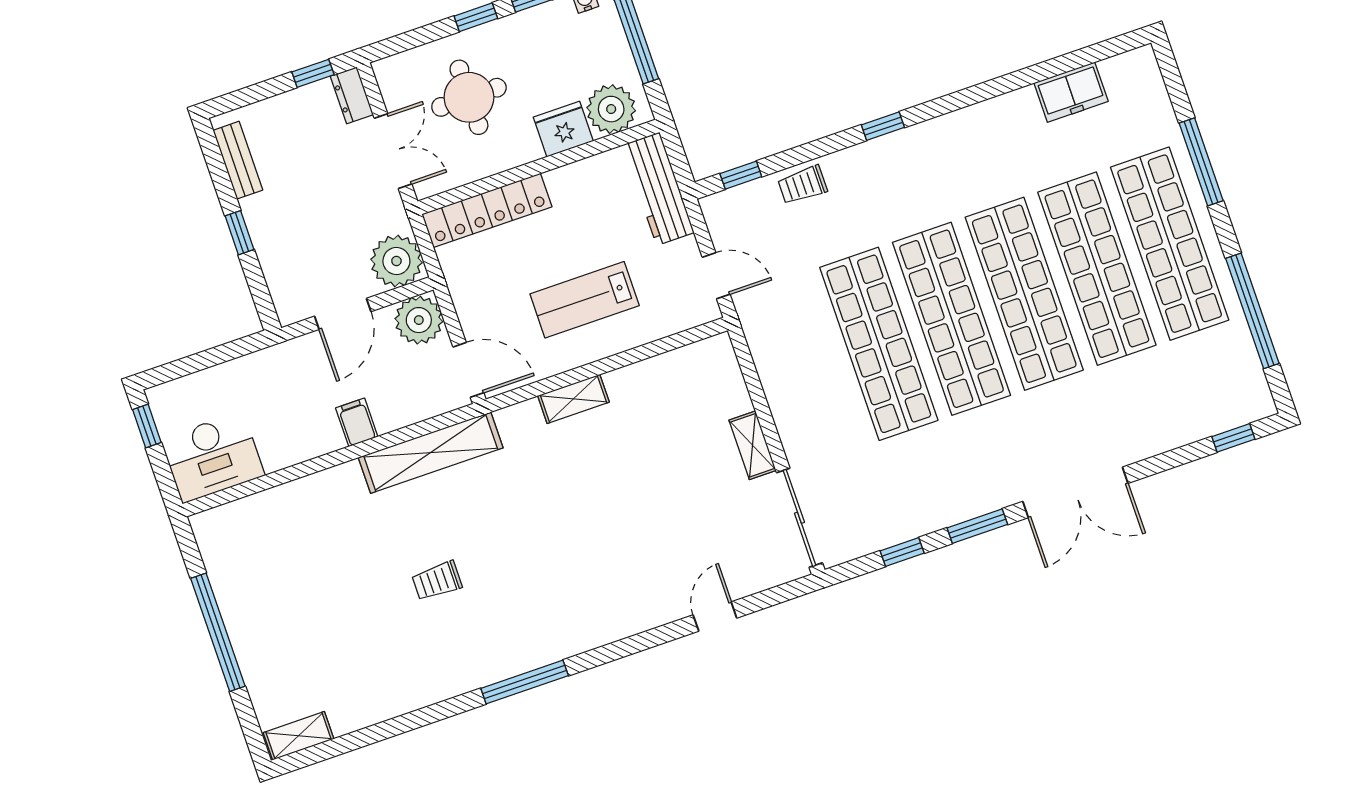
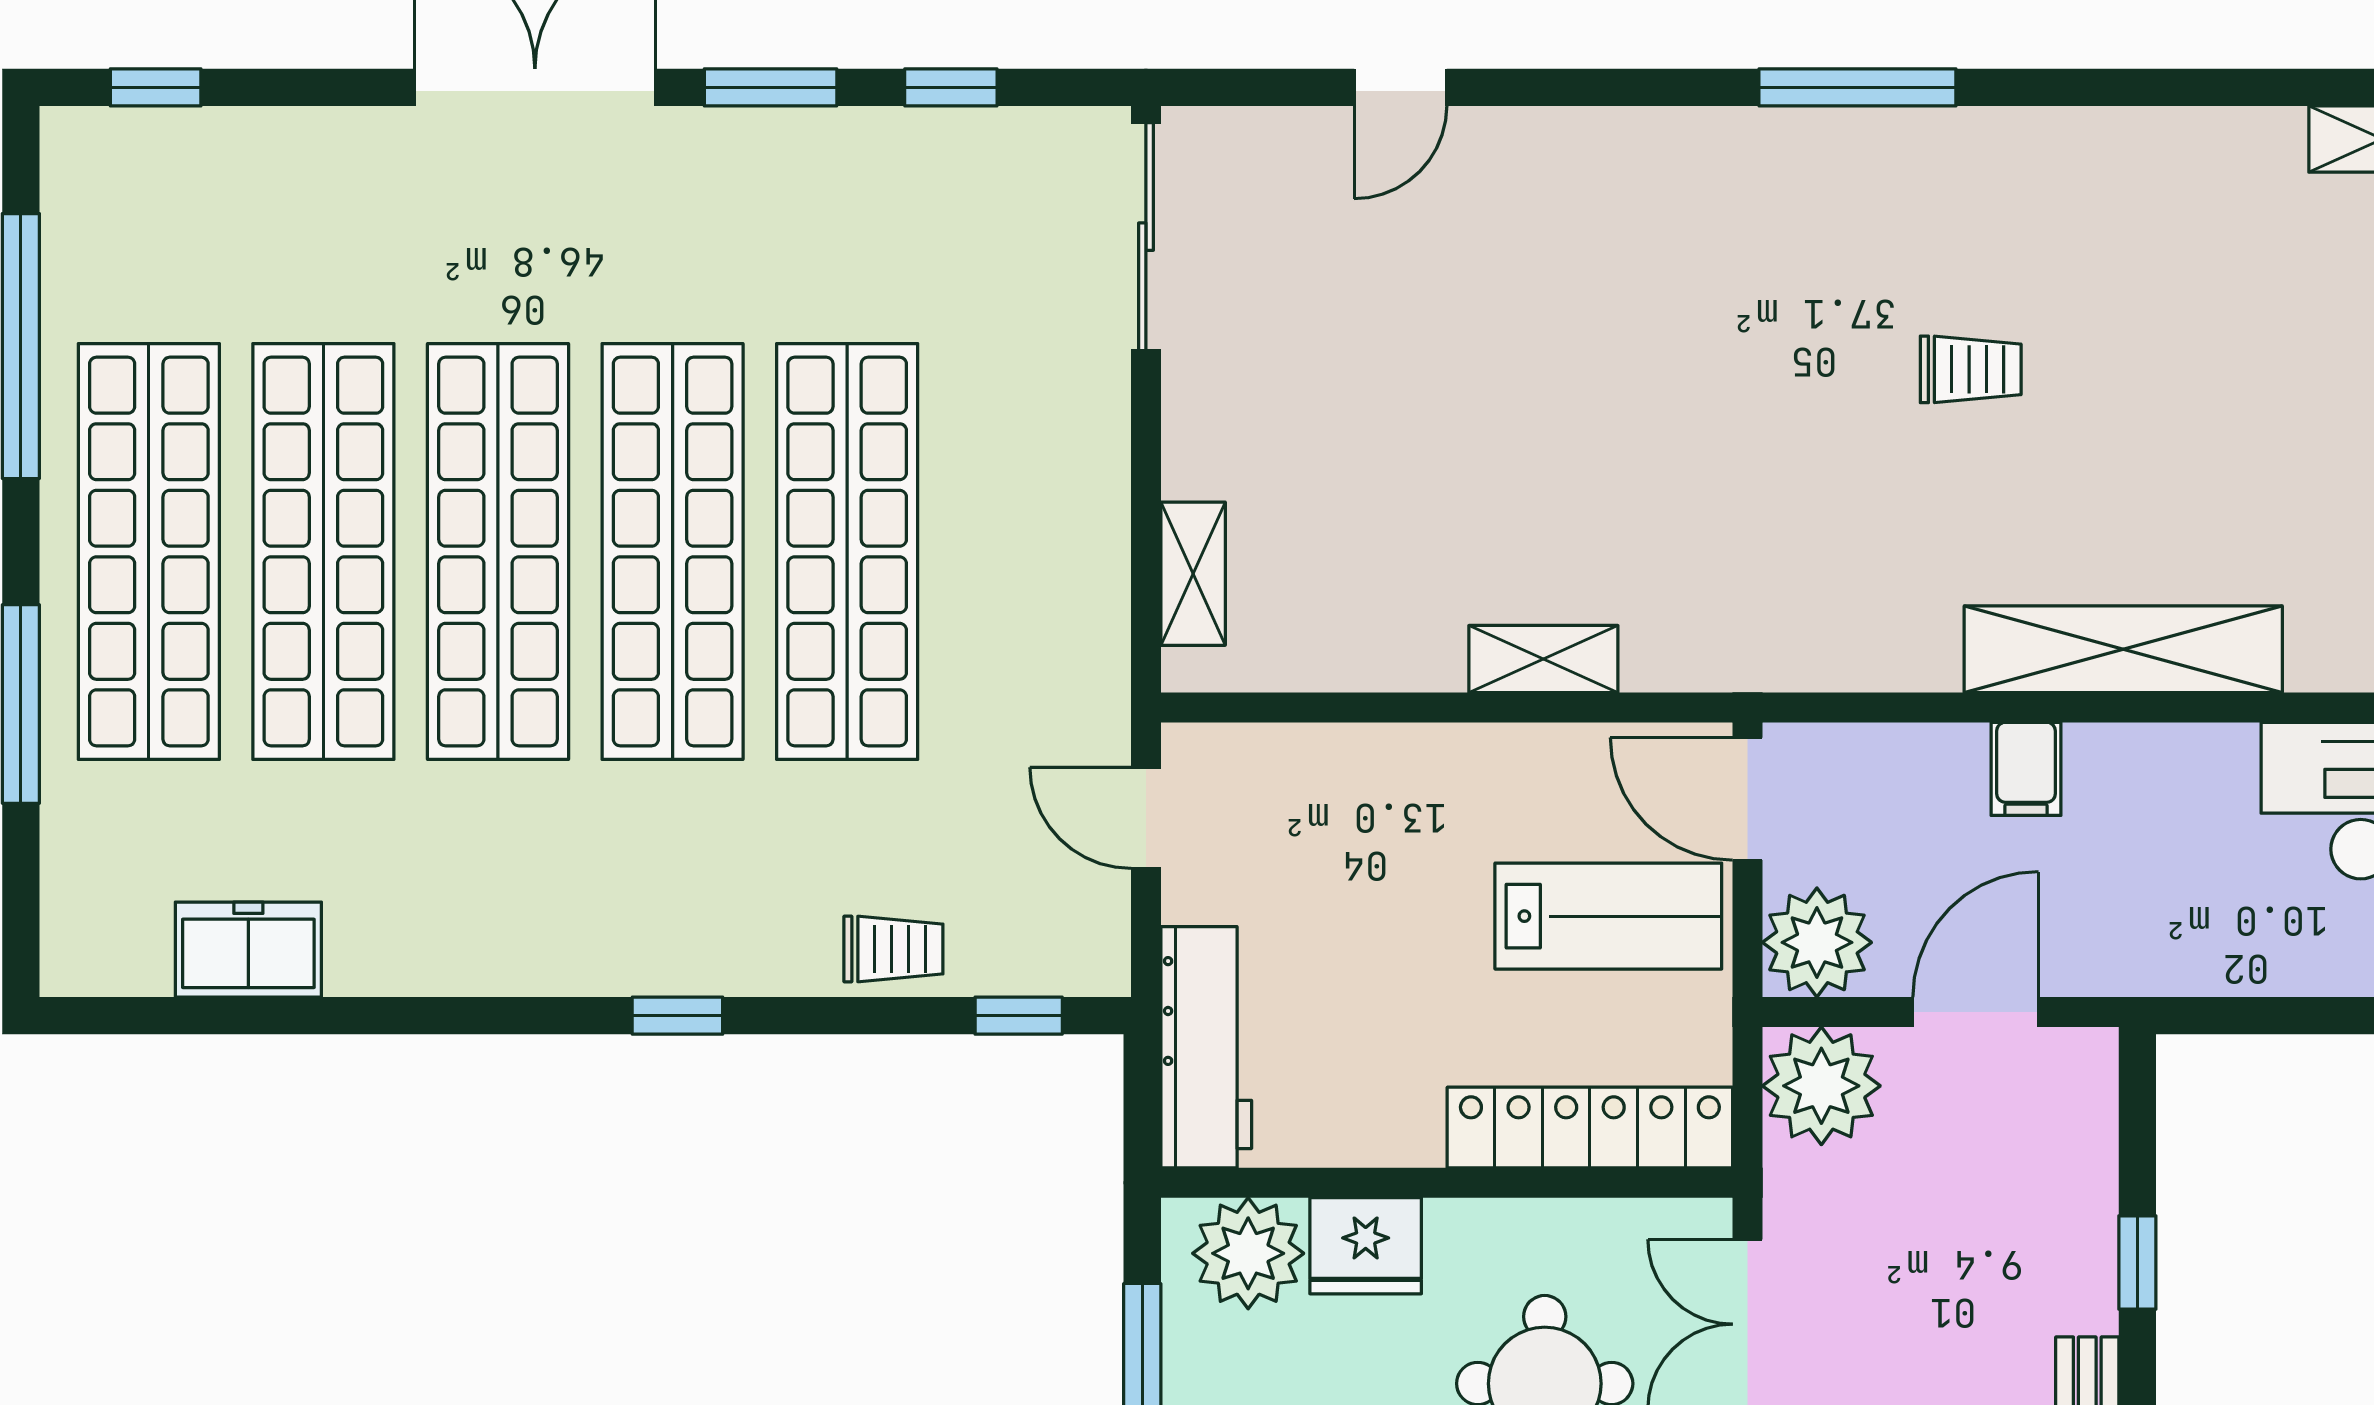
lab bench: (585, 300) -> (1608, 916), moved
shelving: (753, 445) -> (1193, 574), moved
shelving: (431, 453) -> (2123, 649), moved

